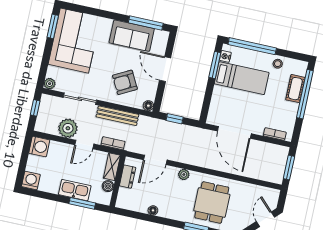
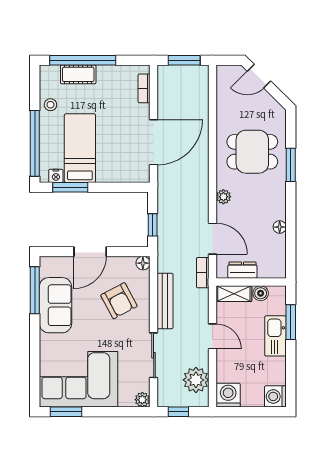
plant: (68, 128) -> (196, 380), moved
bookcase: (113, 143) -> (203, 273), moved

